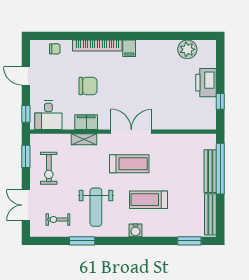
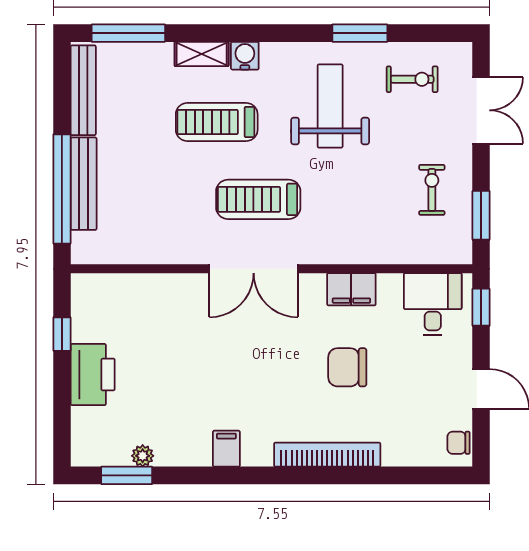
window: (190, 36) -> (127, 475), added
filing cabinet: (129, 48) -> (226, 449), moved
chair: (55, 49) -> (459, 443), moved
plant: (187, 49) -> (143, 456), width x0.53, depth x0.53
shelving: (84, 139) -> (202, 54), moved
exercise bike: (49, 168) -> (432, 190), width x0.73, depth x0.72
treadmill: (149, 200) -> (217, 122), turned 180
window: (189, 241) -> (128, 33), width x1.44

